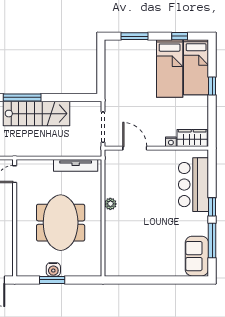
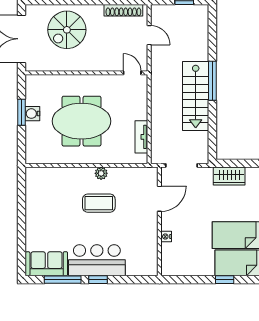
wardrobe: (192, 138) -> (229, 176), moved, turned 90
tv unit: (76, 165) -> (141, 137), width x0.71
bar counter: (193, 185) -> (97, 260), moved
coffee table: (139, 206) -> (99, 203), added

